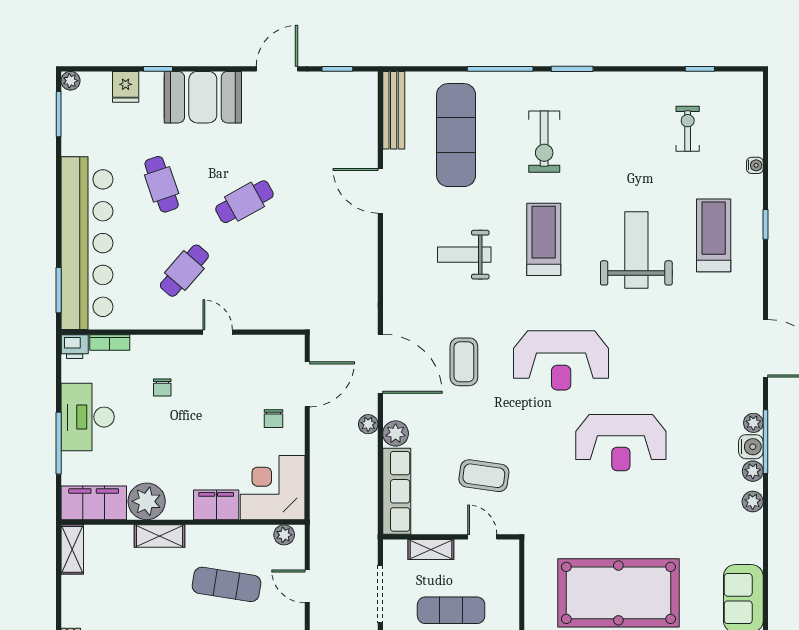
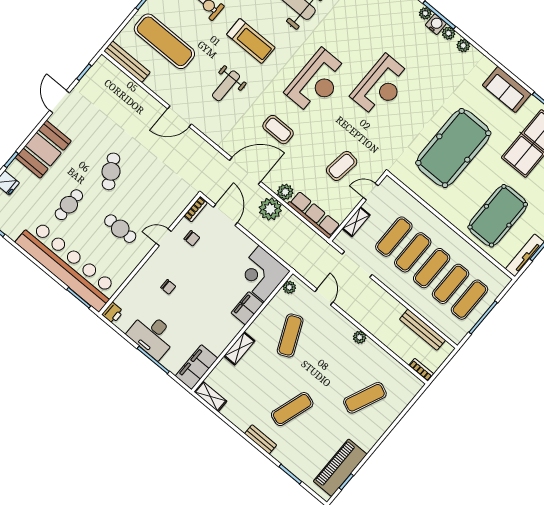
cafe table: (162, 184) -> (69, 205), turned -71
door: (380, 191) -> (180, 116), moved
treadmill: (544, 239) -> (251, 41), turned 180
cafe table: (184, 271) -> (120, 229), turned -41
bookcase: (110, 342) -> (196, 209), moved
chair: (273, 419) -> (192, 238), moved
plant: (368, 424) -> (270, 209), width x1.87, depth x1.87
plant: (147, 501) -> (217, 341), removed
exercise mat: (226, 584) -> (290, 335), turned -33
door: (307, 586) -> (324, 297), swing flipped

